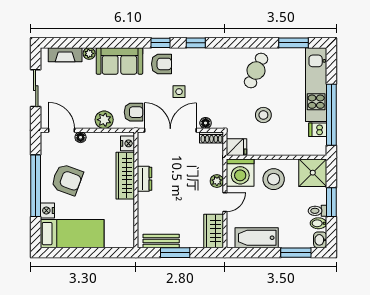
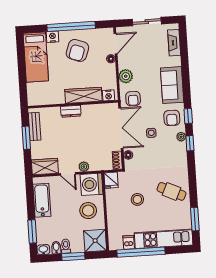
plant: (89, 53) -> (181, 137), moved
dresser: (145, 179) -> (71, 111), moved

